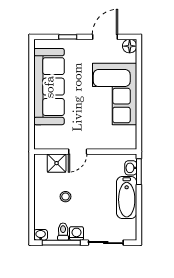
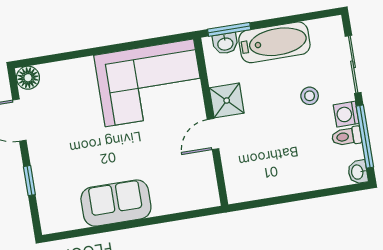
sofa: (49, 87) -> (116, 203), width x0.54, depth x0.79
corner sofa: (115, 94) -> (149, 83), moved
door: (78, 152) -> (213, 134), swing flipped
shower: (57, 163) -> (227, 100), moved
stool: (65, 197) -> (310, 96), moved

